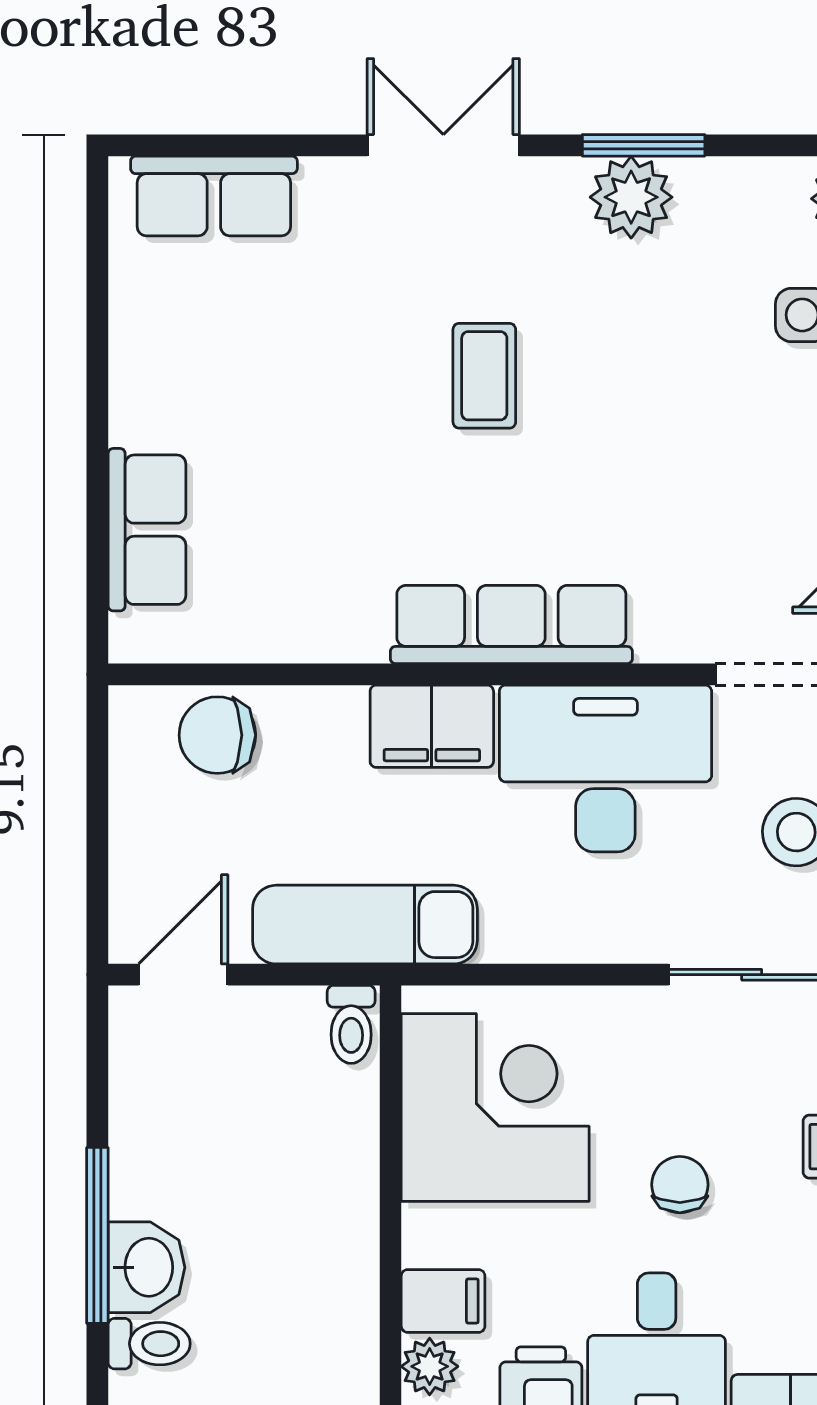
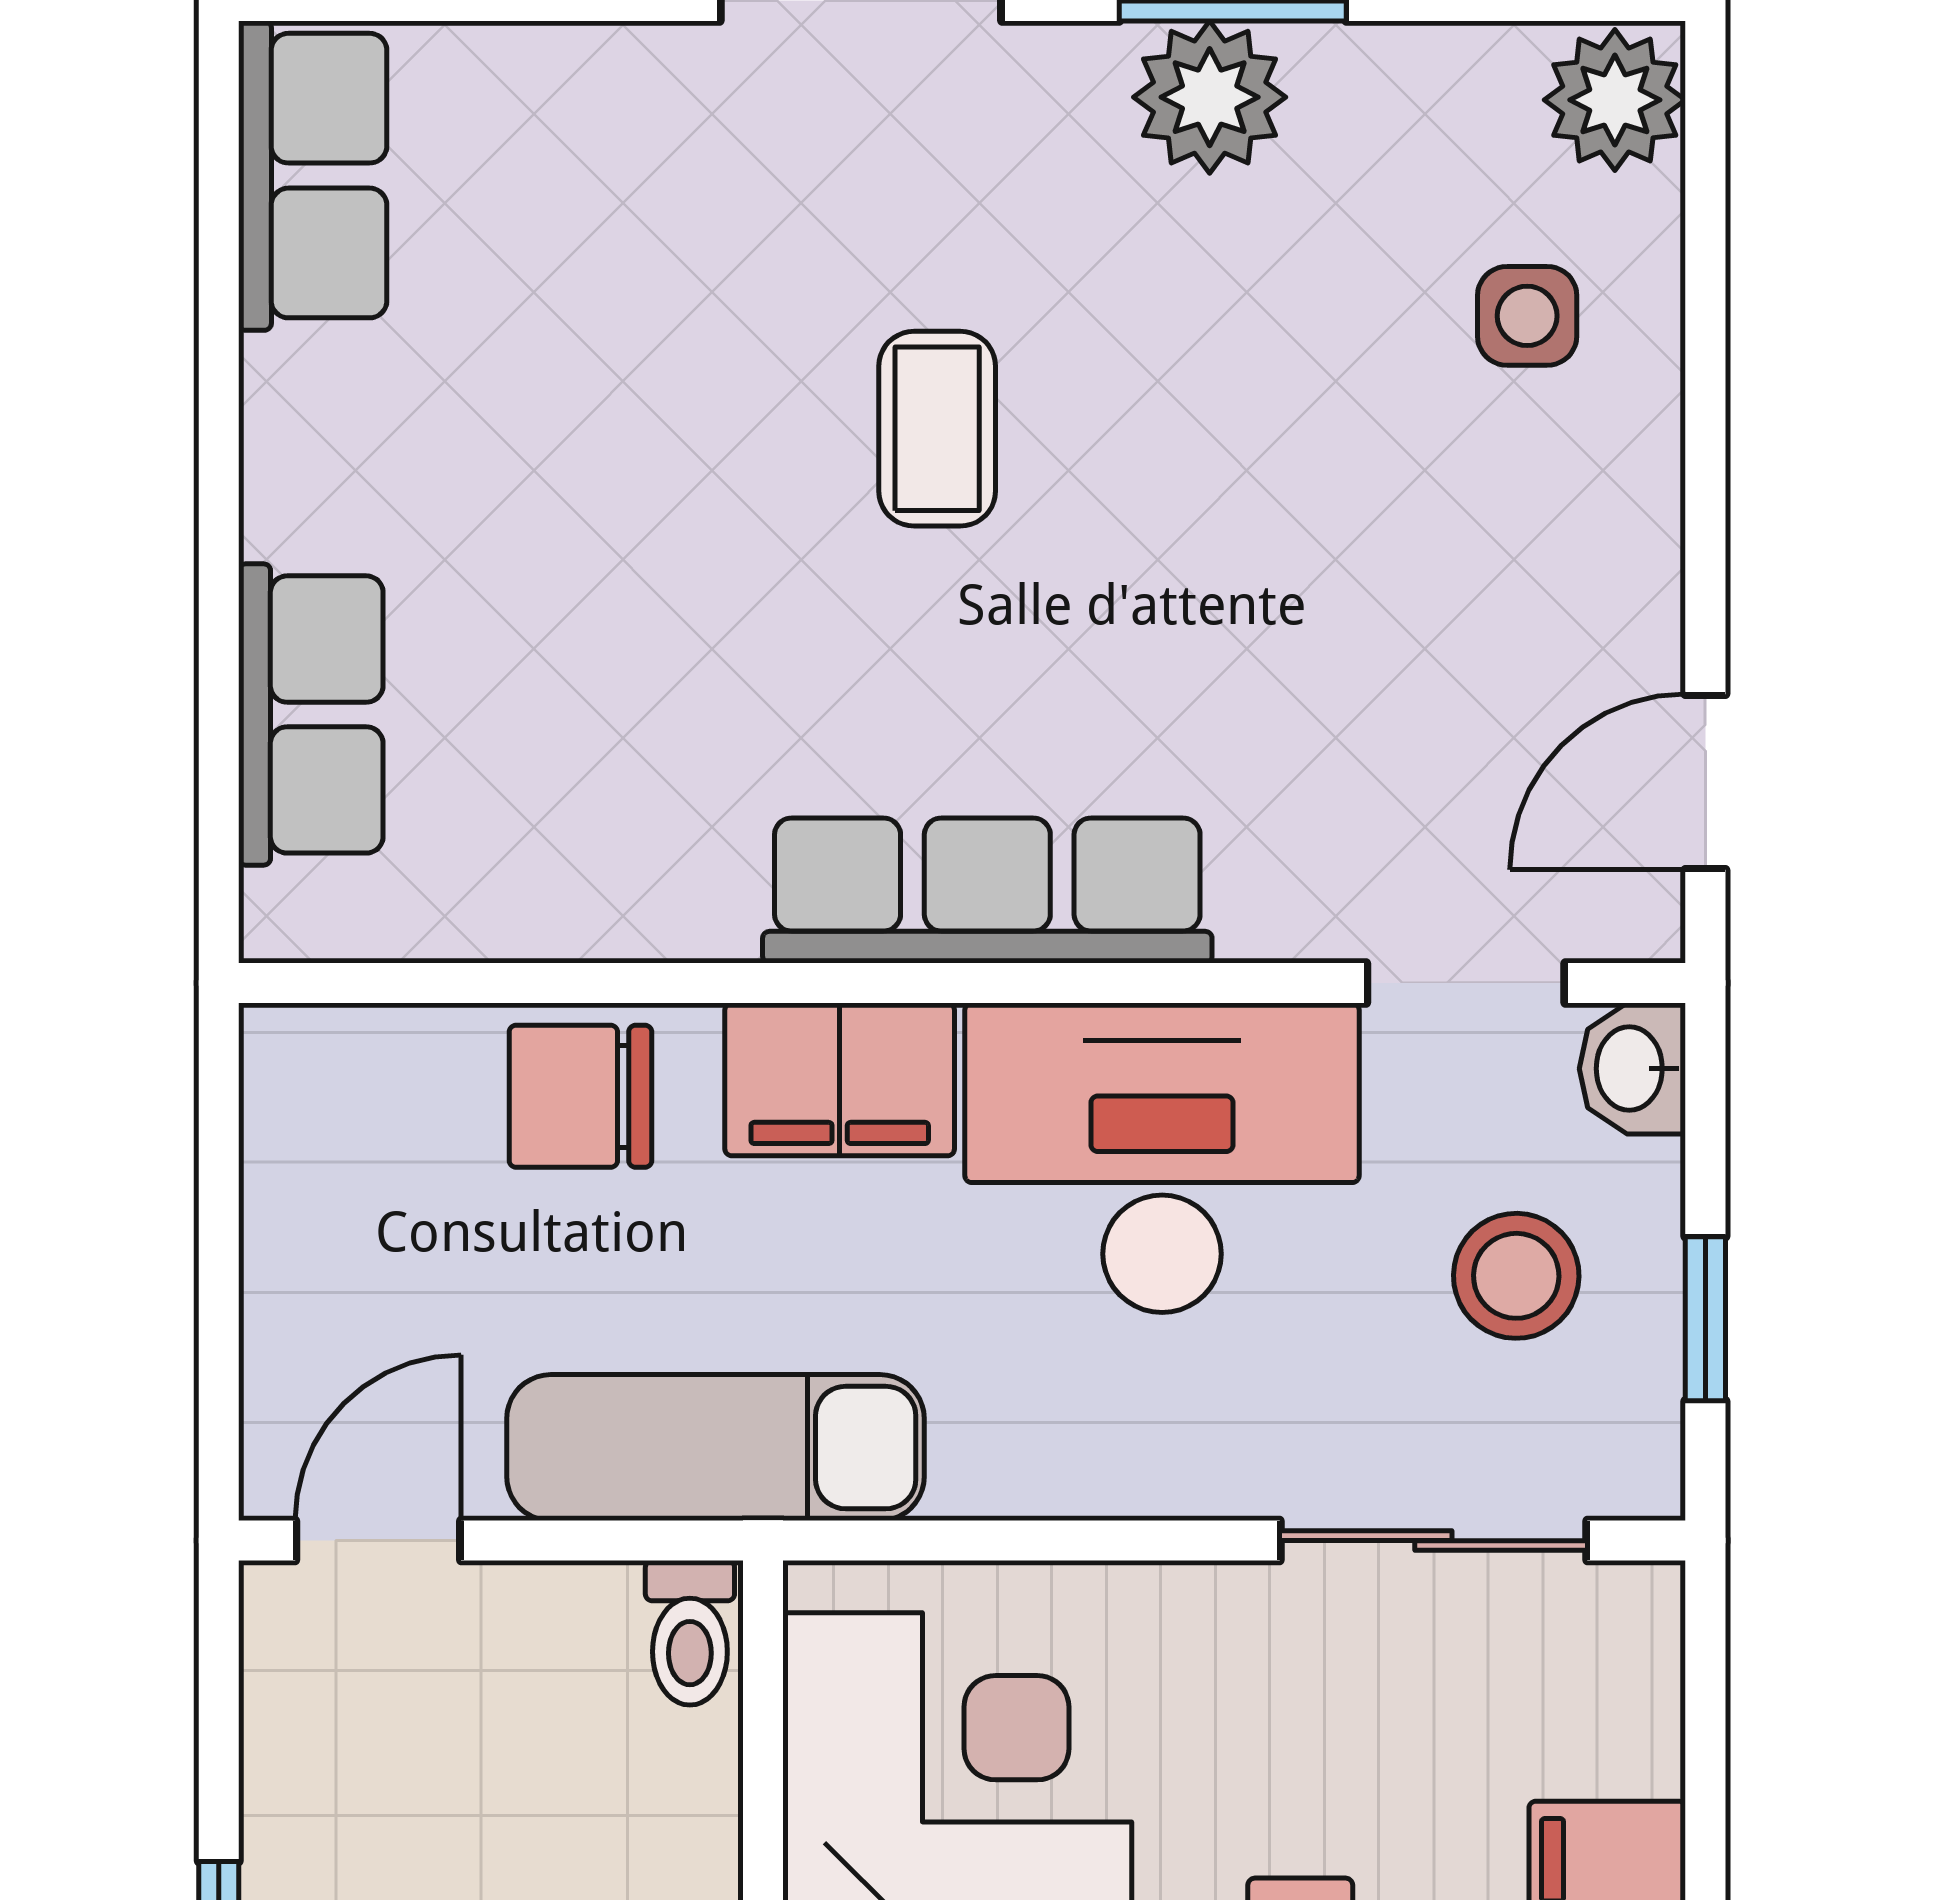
row of seats: (214, 196) -> (313, 176), moved, turned -90
chair: (217, 735) -> (580, 1096), moved

